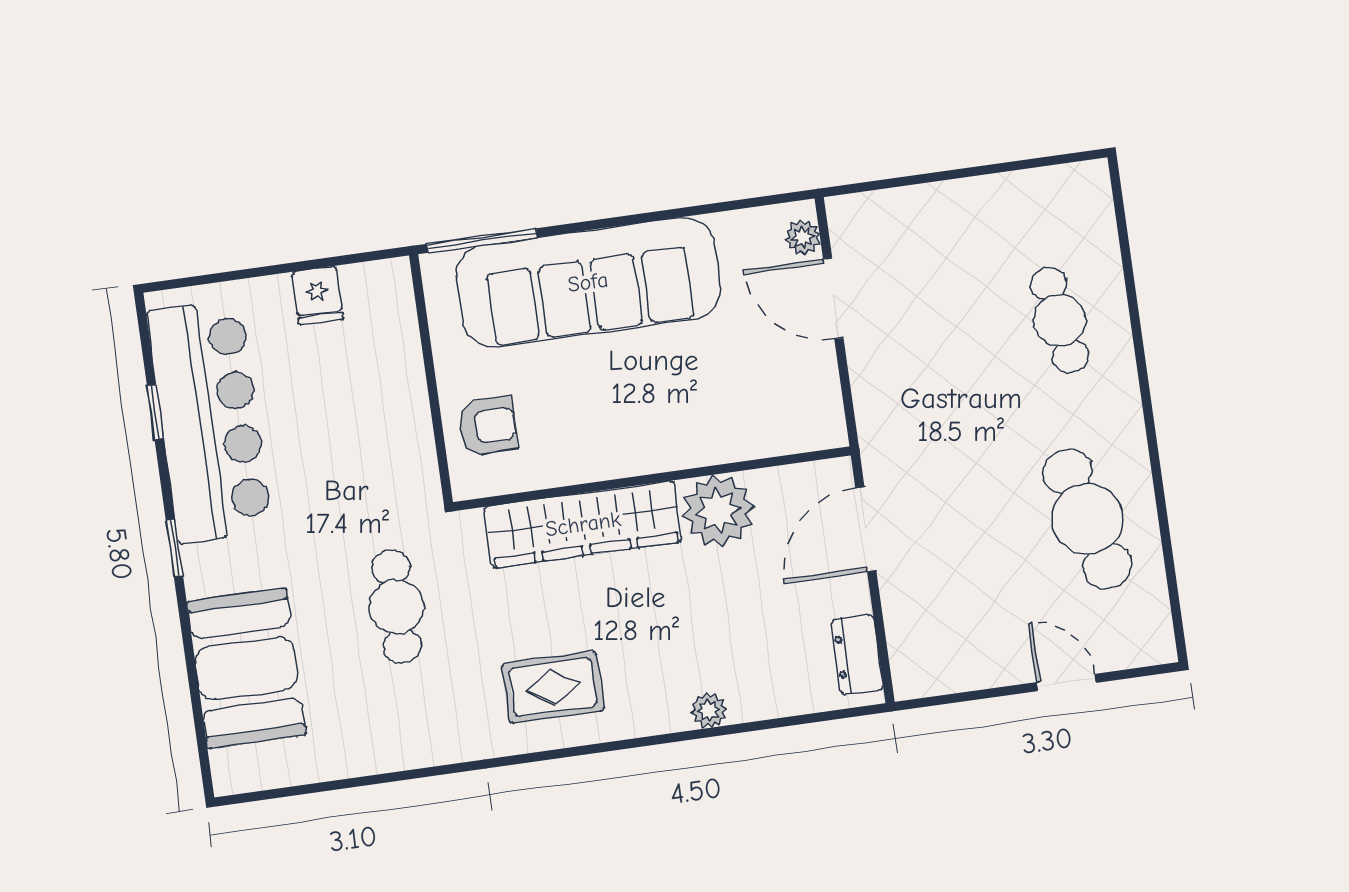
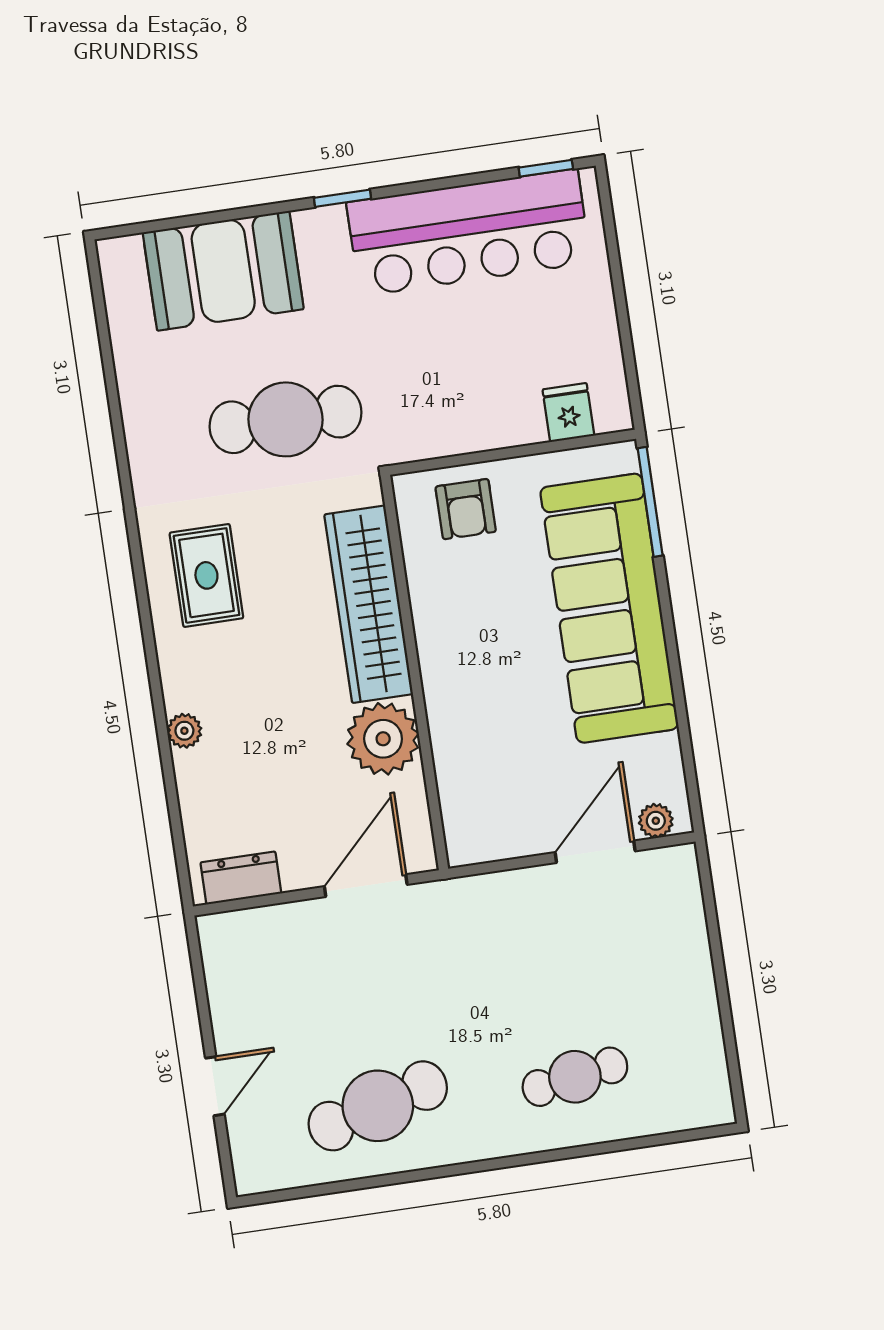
fridge: (317, 295) -> (568, 412), moved, turned 90
window: (155, 412) -> (546, 168), moved
door: (866, 529) -> (366, 886), hinge flipped
cafe table: (396, 607) -> (286, 419), width x1.37, depth x1.35

